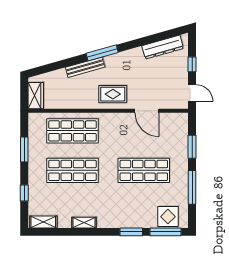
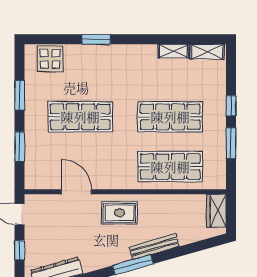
window: (192, 187) -> (20, 95), width x0.69
window: (24, 193) -> (231, 106), moved
shelving: (84, 223) -> (173, 51), moved
window: (165, 232) -> (53, 39), removed

